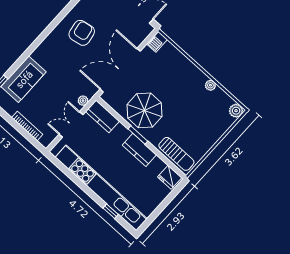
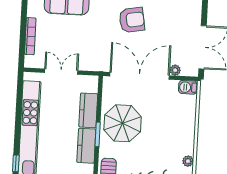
armchair: (82, 33) -> (132, 20), moved
plant: (83, 101) -> (175, 70), moved
kitchen counter: (103, 116) -> (88, 110), moved

